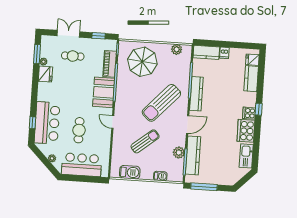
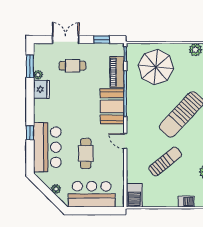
window: (33, 123) -> (30, 133), moved
barbecue: (130, 172) -> (134, 195), moved, turned 90

